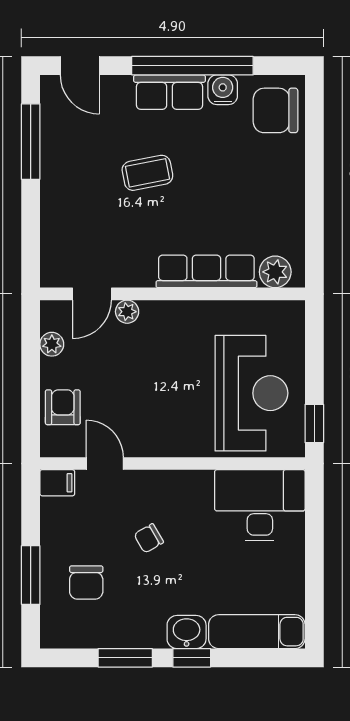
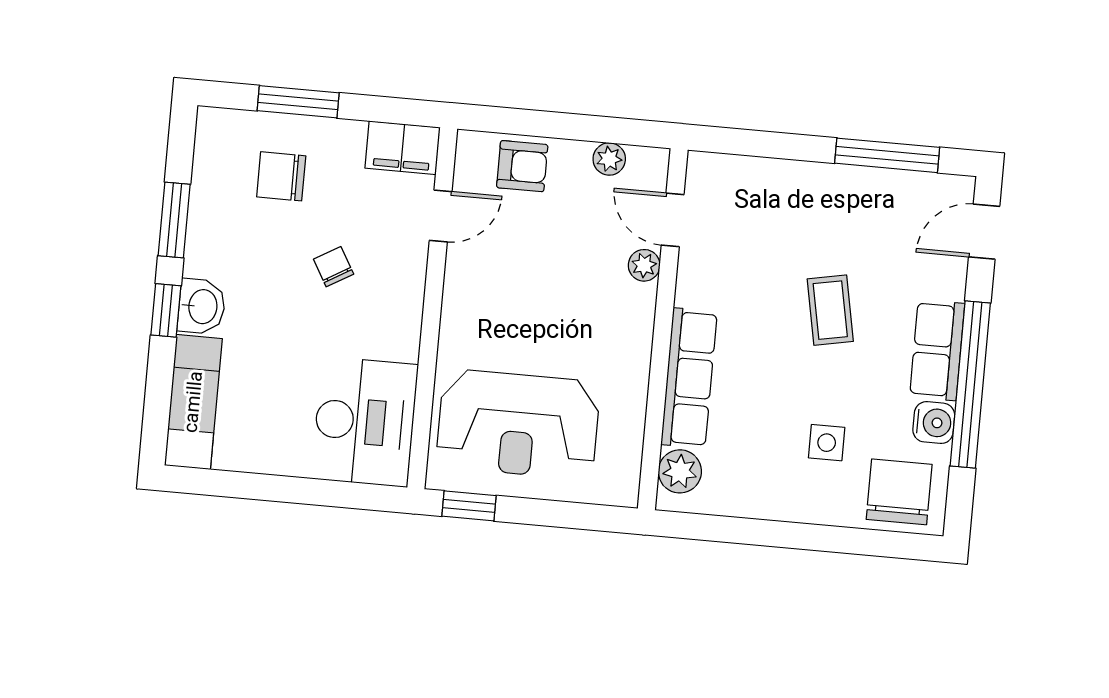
side table: (244, 167) -> (827, 443), added
filing cabinet: (57, 483) -> (403, 148), width x2.00

